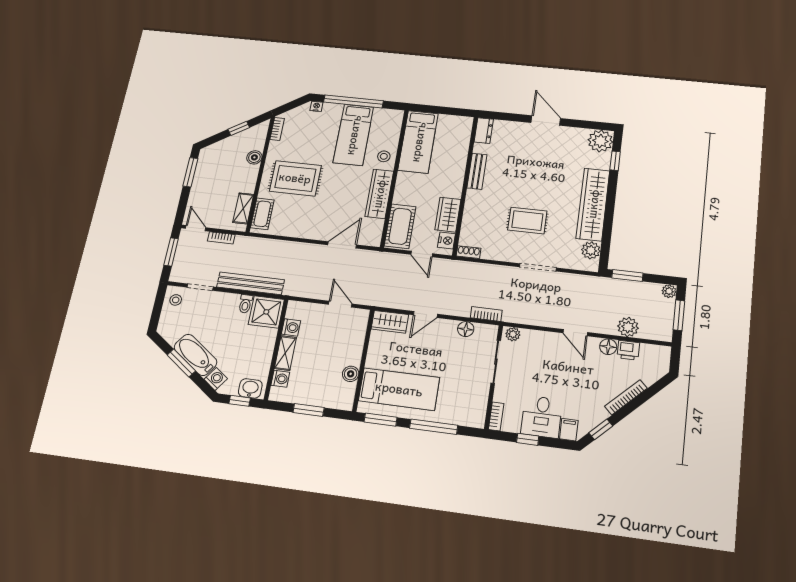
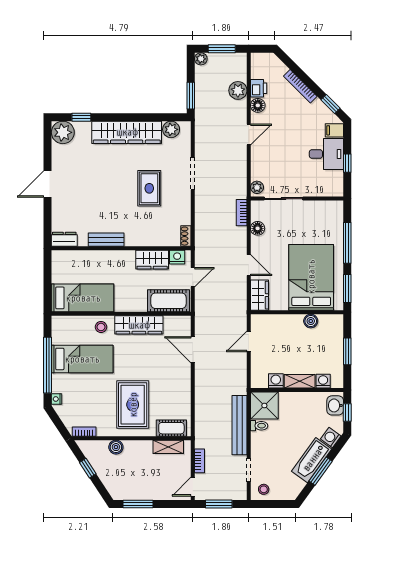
bed: (399, 389) -> (311, 277), width x1.50
bookcase: (496, 416) -> (331, 192), removed

